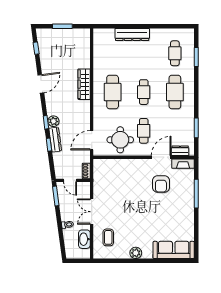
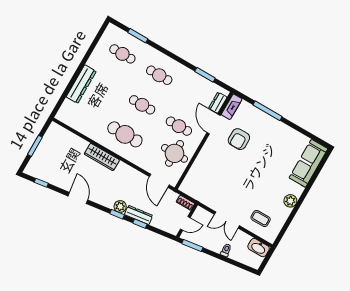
cafe table: (175, 92) -> (159, 75), width x0.73, depth x0.74
armchair: (161, 184) -> (239, 139), turned 90
washbasin: (84, 239) -> (259, 248), moved

